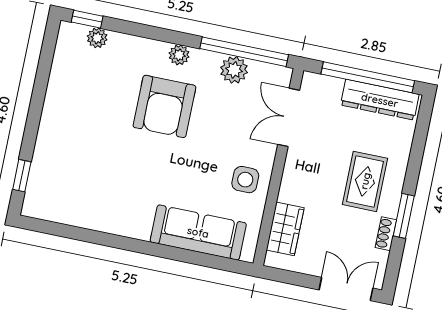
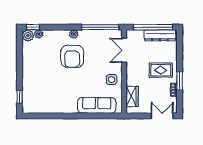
plant: (234, 70) -> (28, 35), moved
rug: (365, 181) -> (161, 70), turned 90

